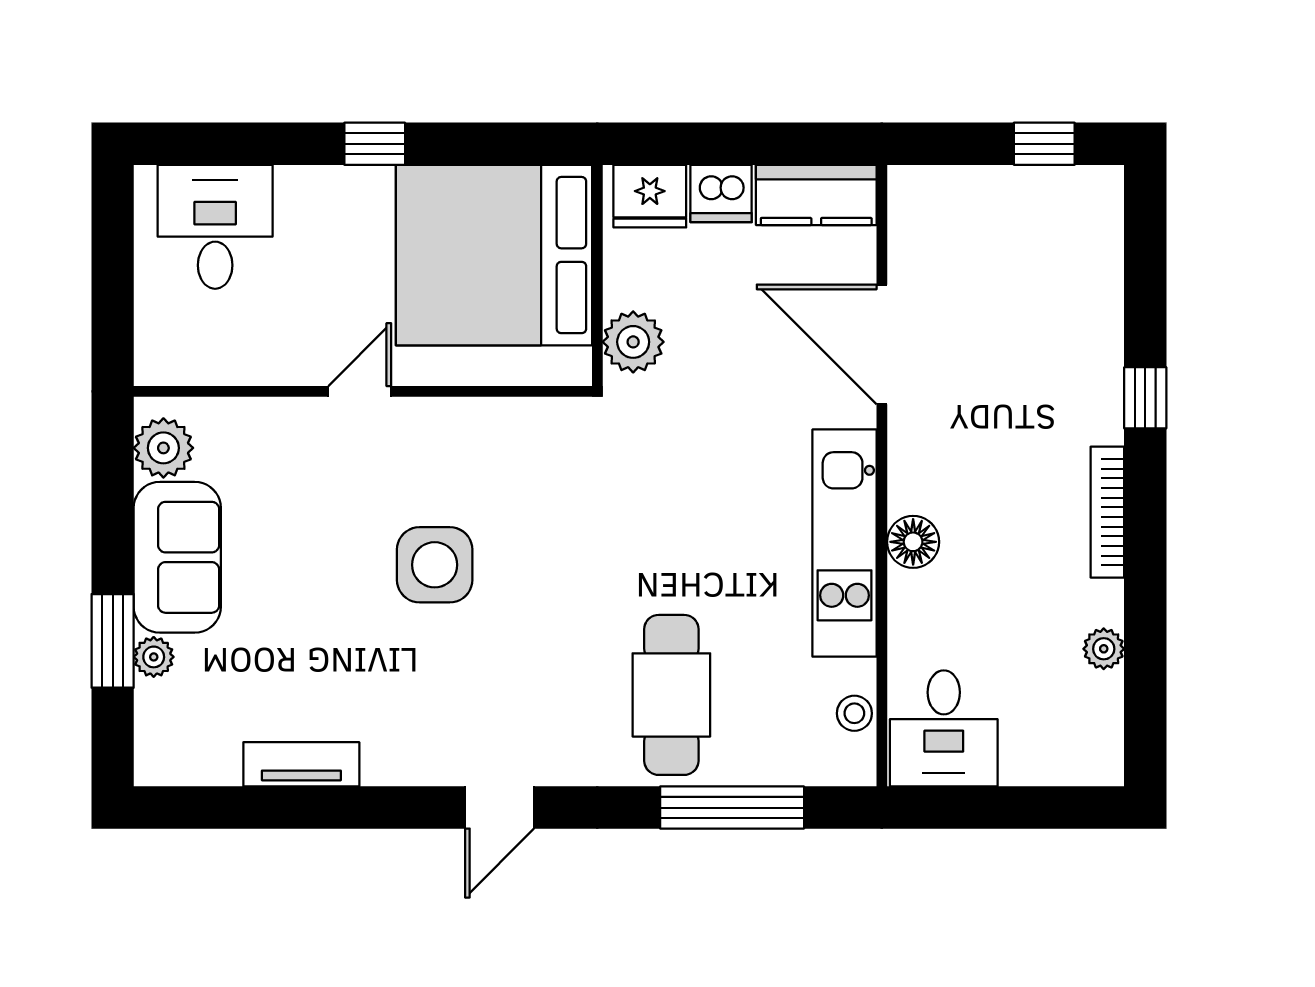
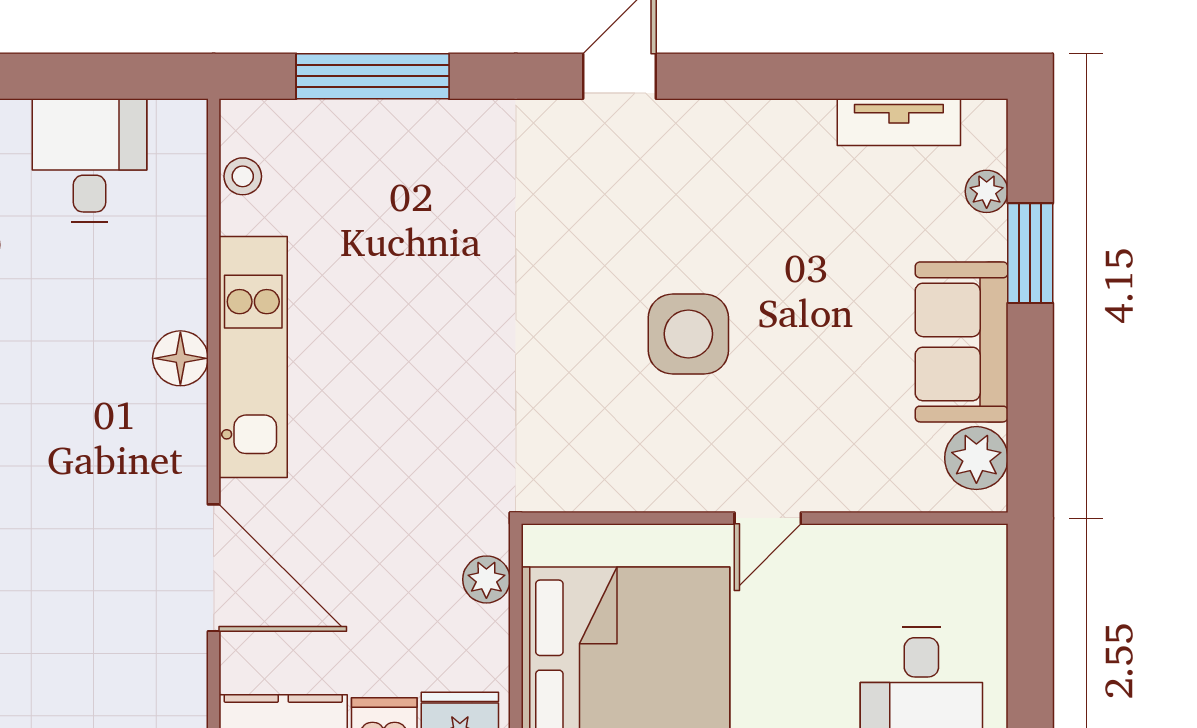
plant: (633, 342) -> (486, 579), width x0.73, depth x0.73
plant: (154, 657) -> (987, 191), moved
cafe table: (671, 695) -> (437, 196), removed
desk: (944, 728) -> (90, 160), moved
tv unit: (301, 764) -> (899, 122), moved

